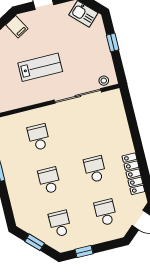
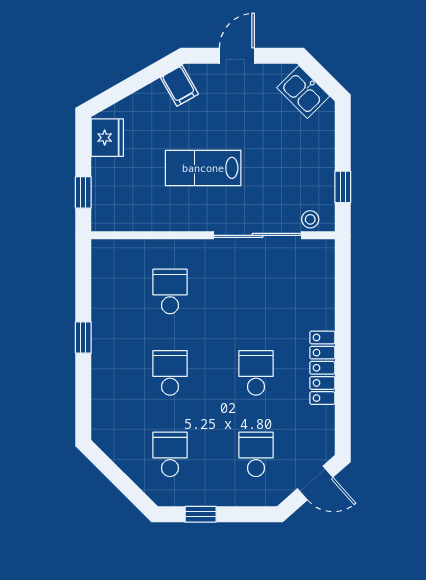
window: (113, 43) -> (343, 187), moved
lab bench: (40, 67) -> (203, 168), turned 180
locker: (133, 174) -> (322, 368), moved
window: (35, 242) -> (117, 477), removed

